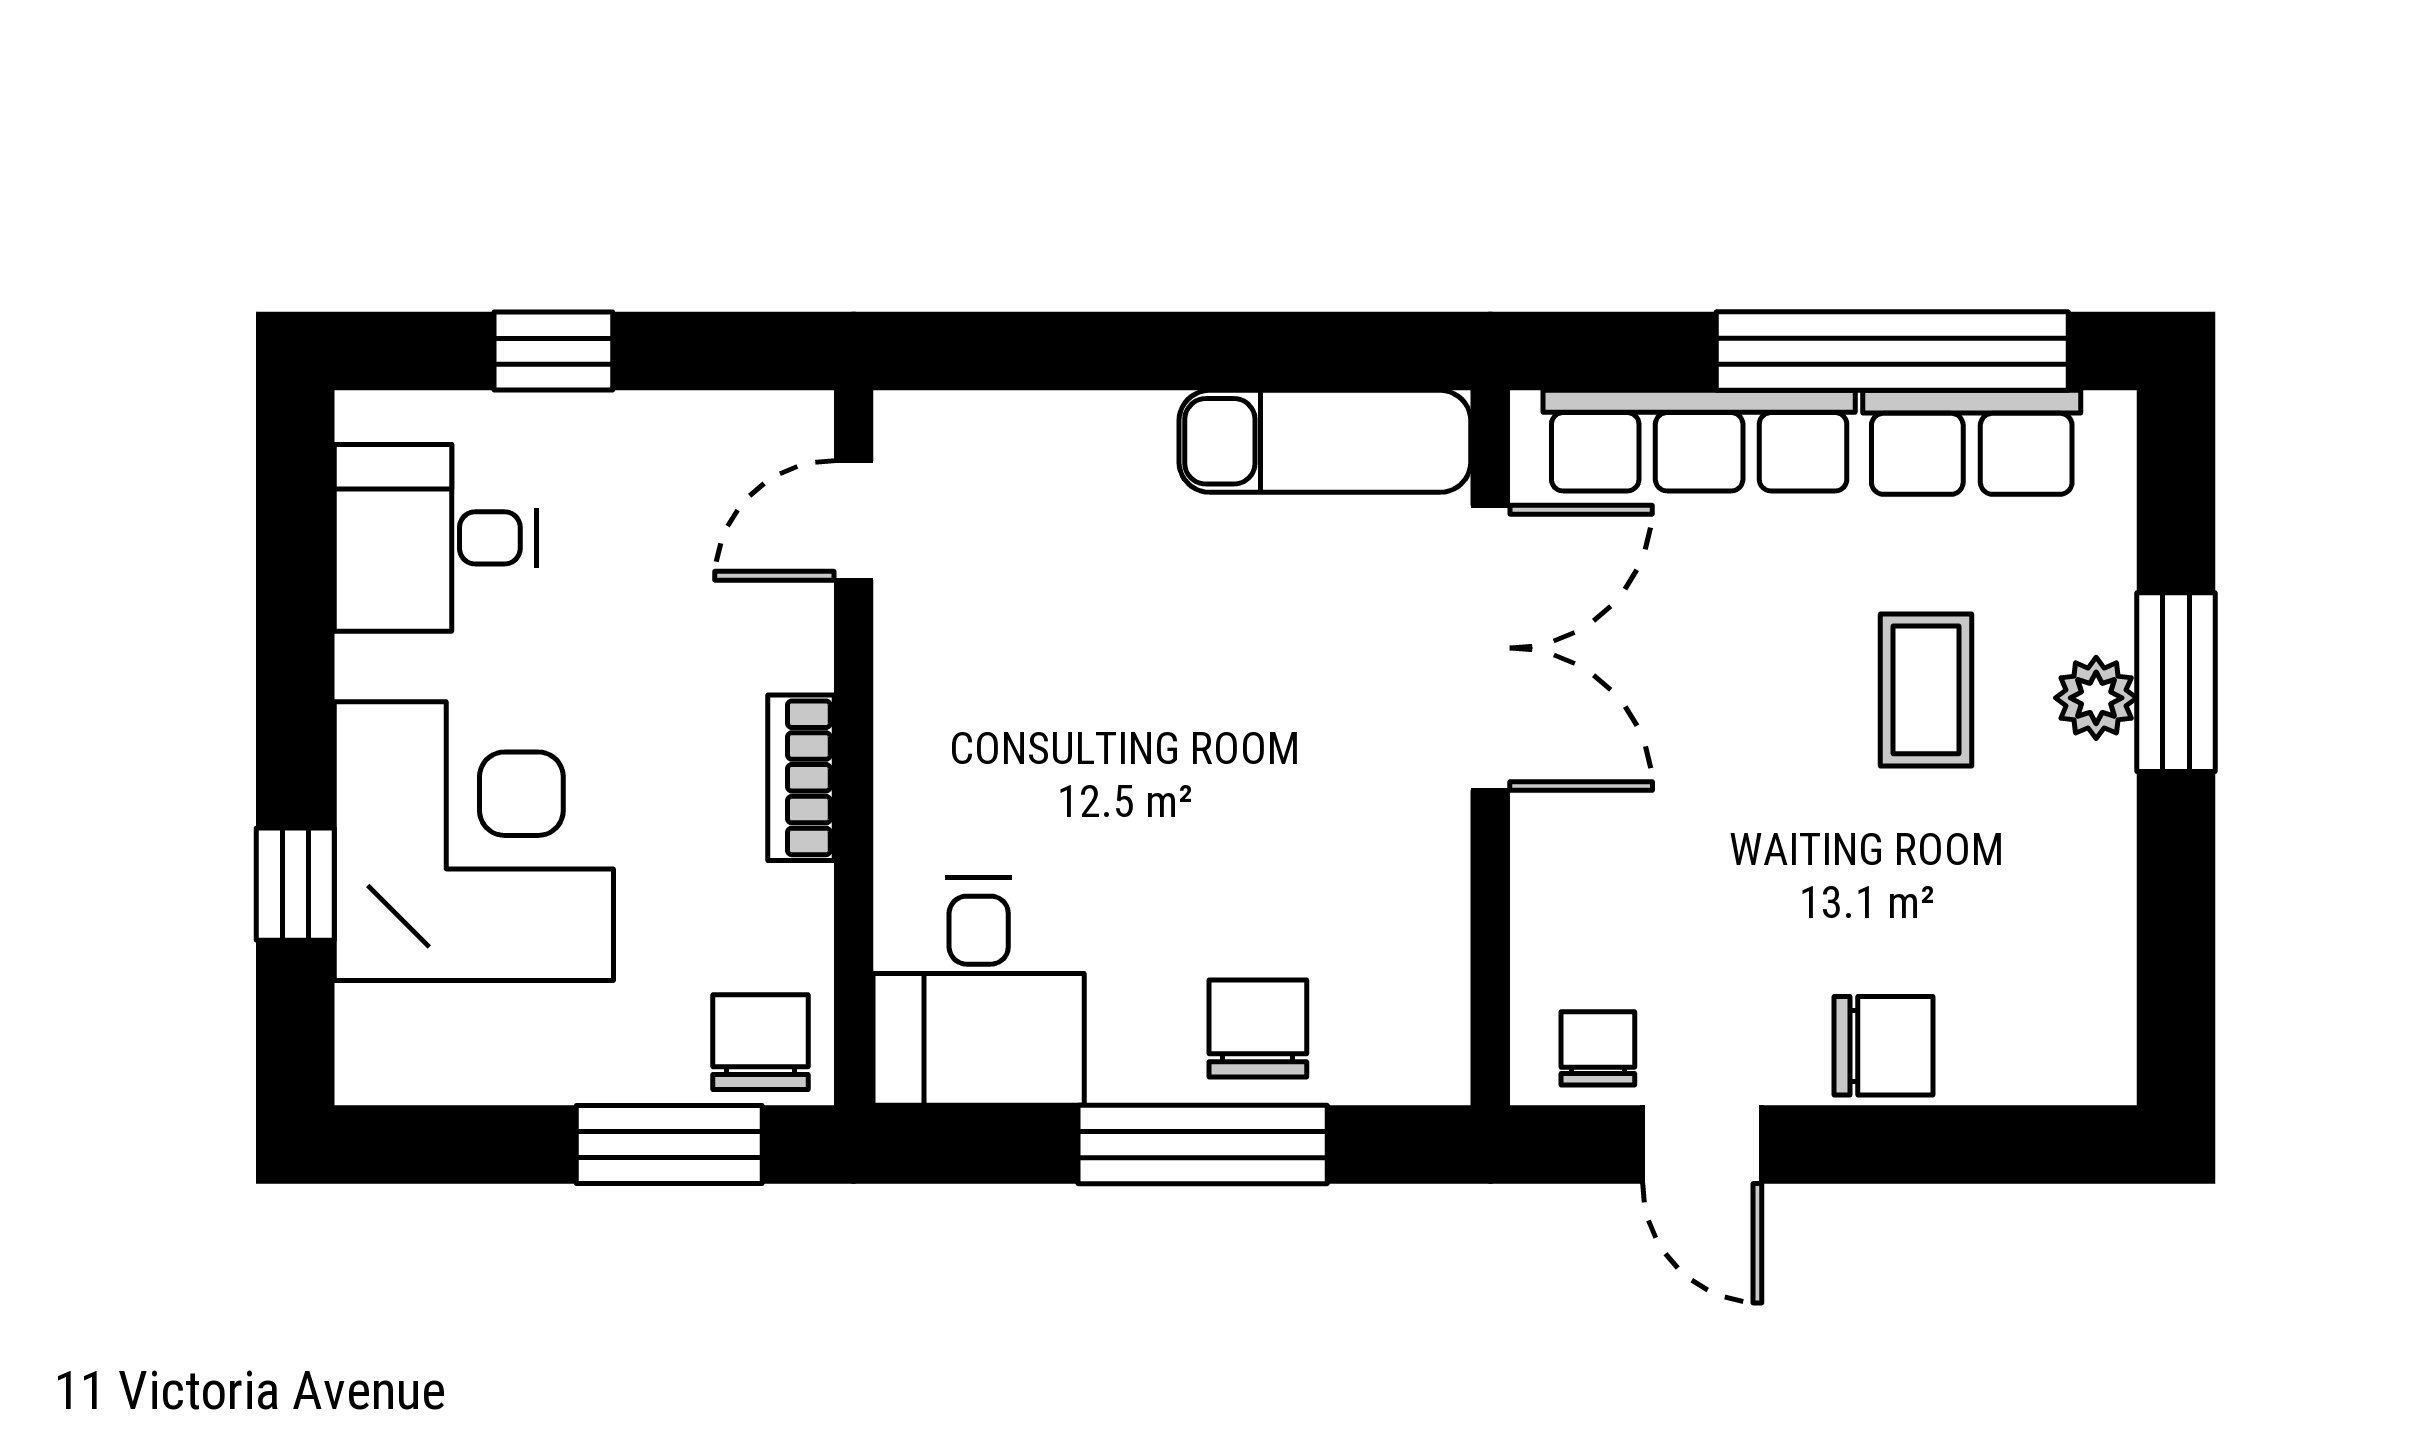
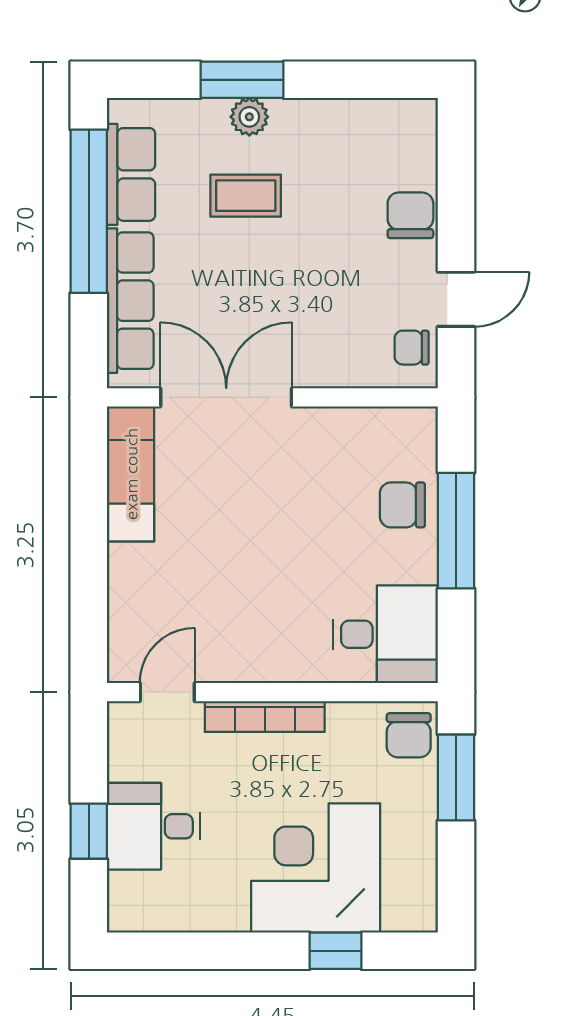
door: (854, 521) -> (167, 692), swing flipped
desk: (435, 538) -> (154, 826), moved, turned 90
bookcase: (801, 778) -> (265, 717), width x1.56
chair: (760, 1042) -> (409, 735), turned -90

